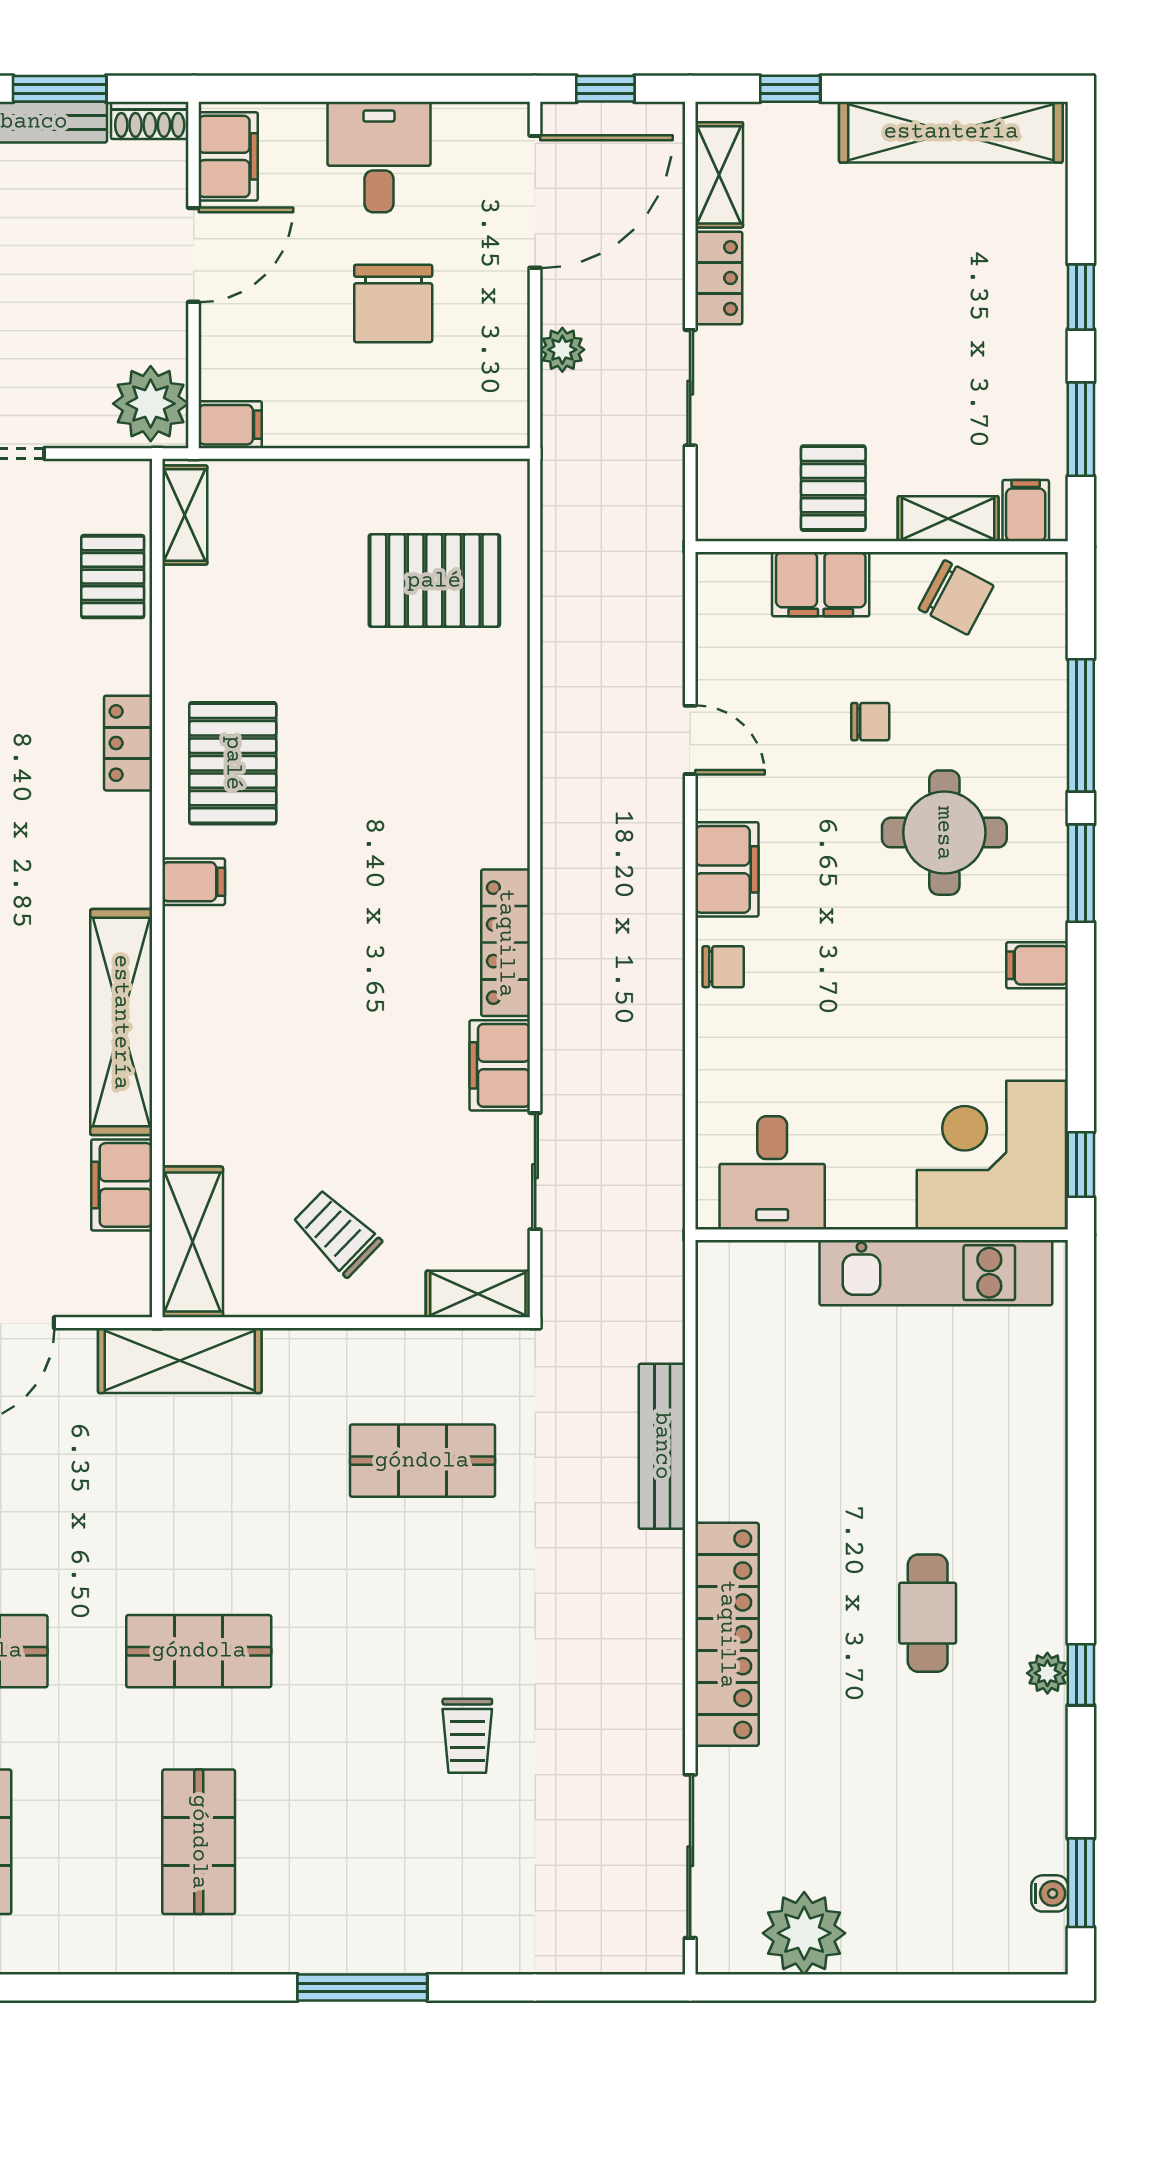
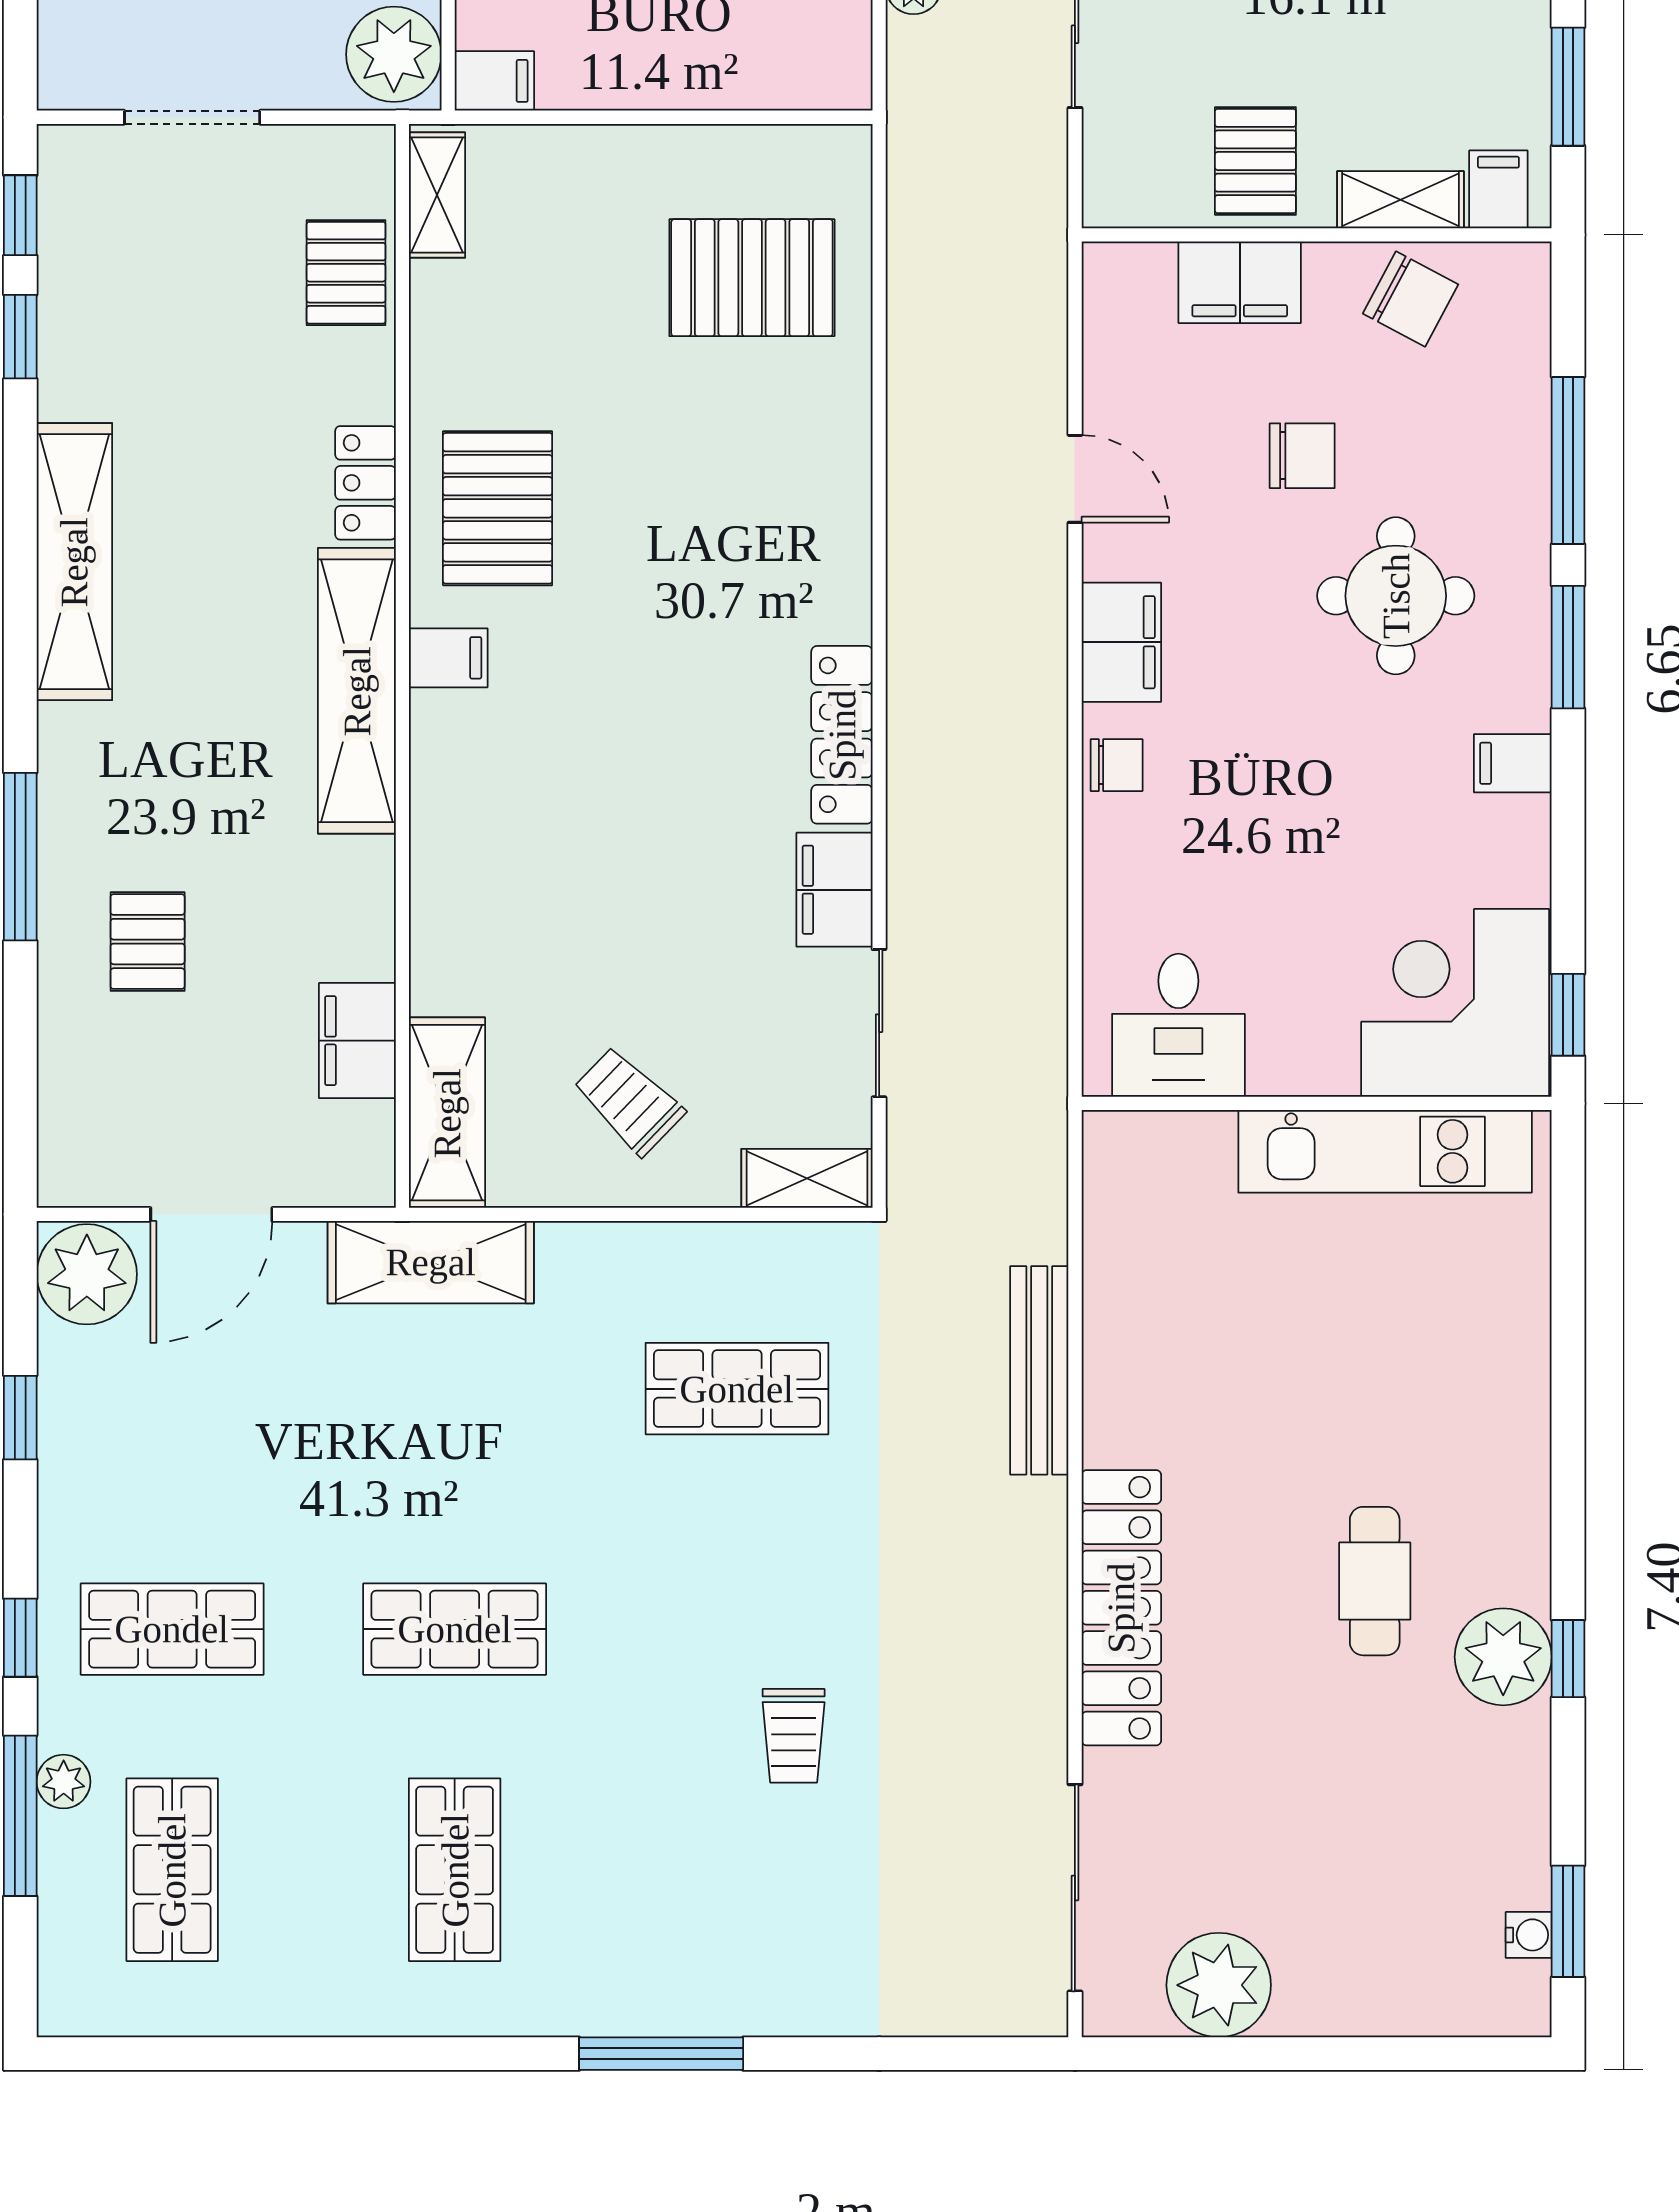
chair: (870, 722) -> (1302, 456), width x1.37, depth x1.37
shelving: (121, 1022) -> (357, 691), moved
plant: (1047, 1673) -> (1503, 1657), width x1.87, depth x1.87

